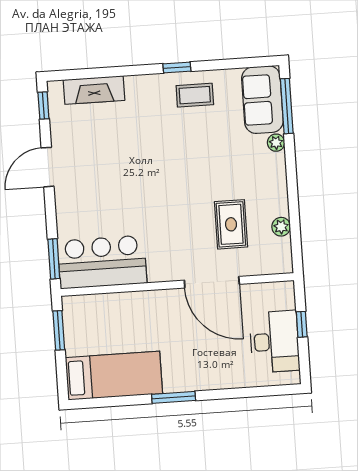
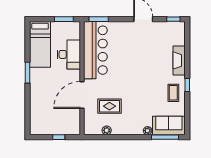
fireplace: (94, 90) -> (179, 60), moved
bar counter: (102, 262) -> (95, 50), width x1.36
desk: (275, 342) -> (69, 54), moved, turned -90

